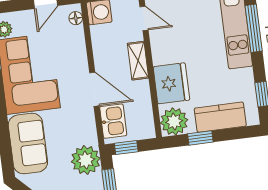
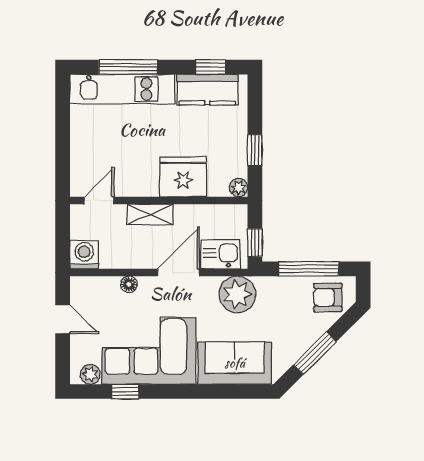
floor lamp: (76, 18) -> (129, 284), moved
kitchen counter: (220, 117) -> (207, 90), moved, turned -90
plant: (174, 121) -> (239, 188), width x0.53, depth x0.53
plant: (86, 160) -> (237, 294), moved

